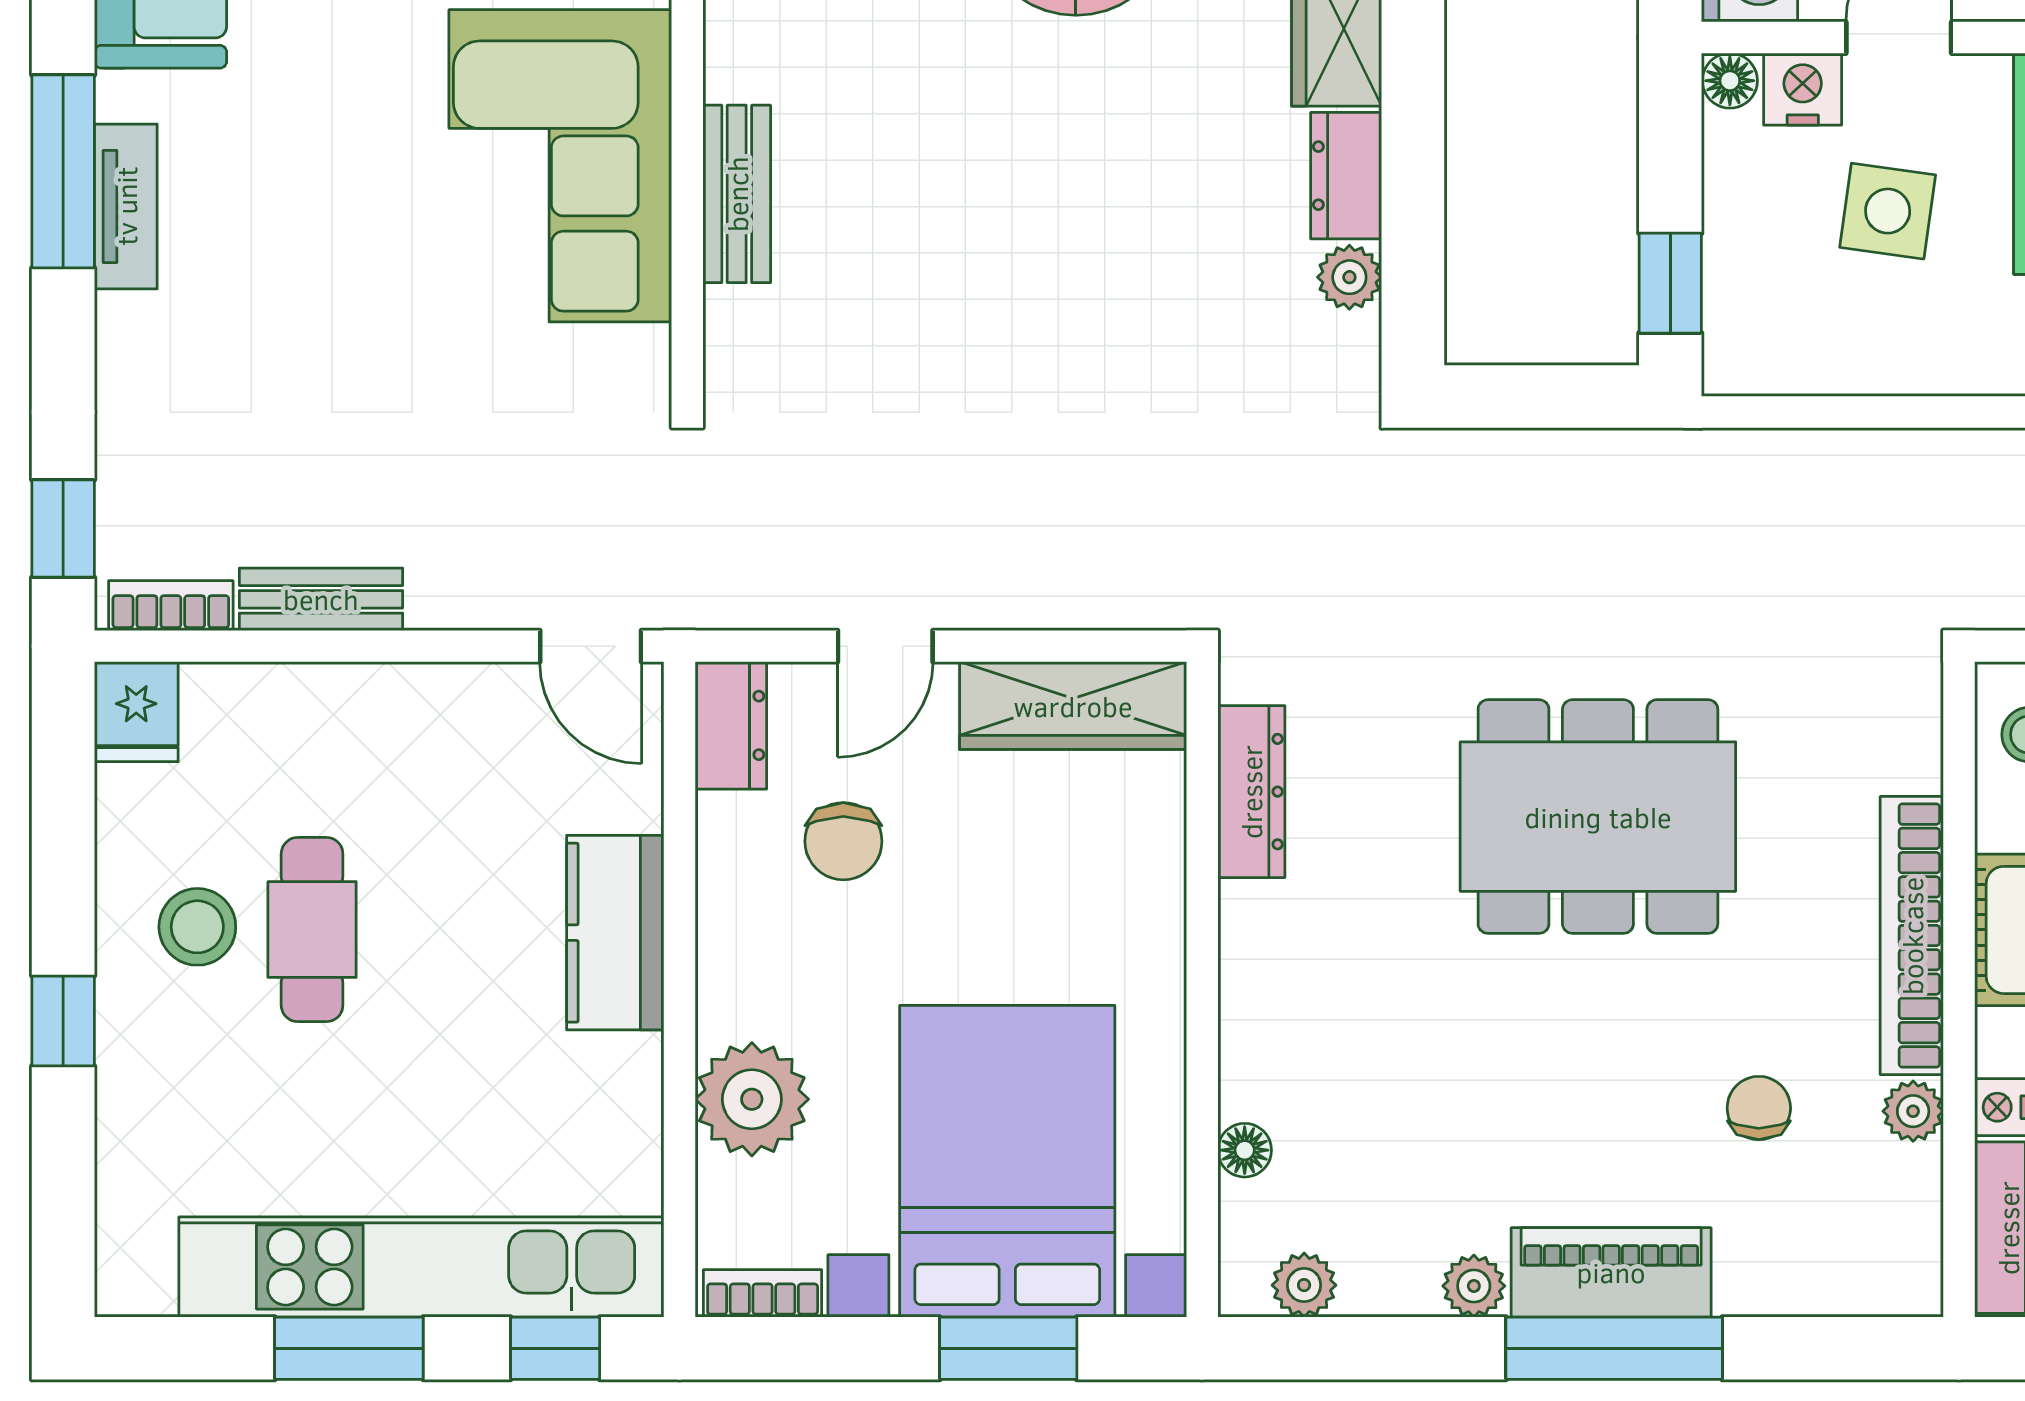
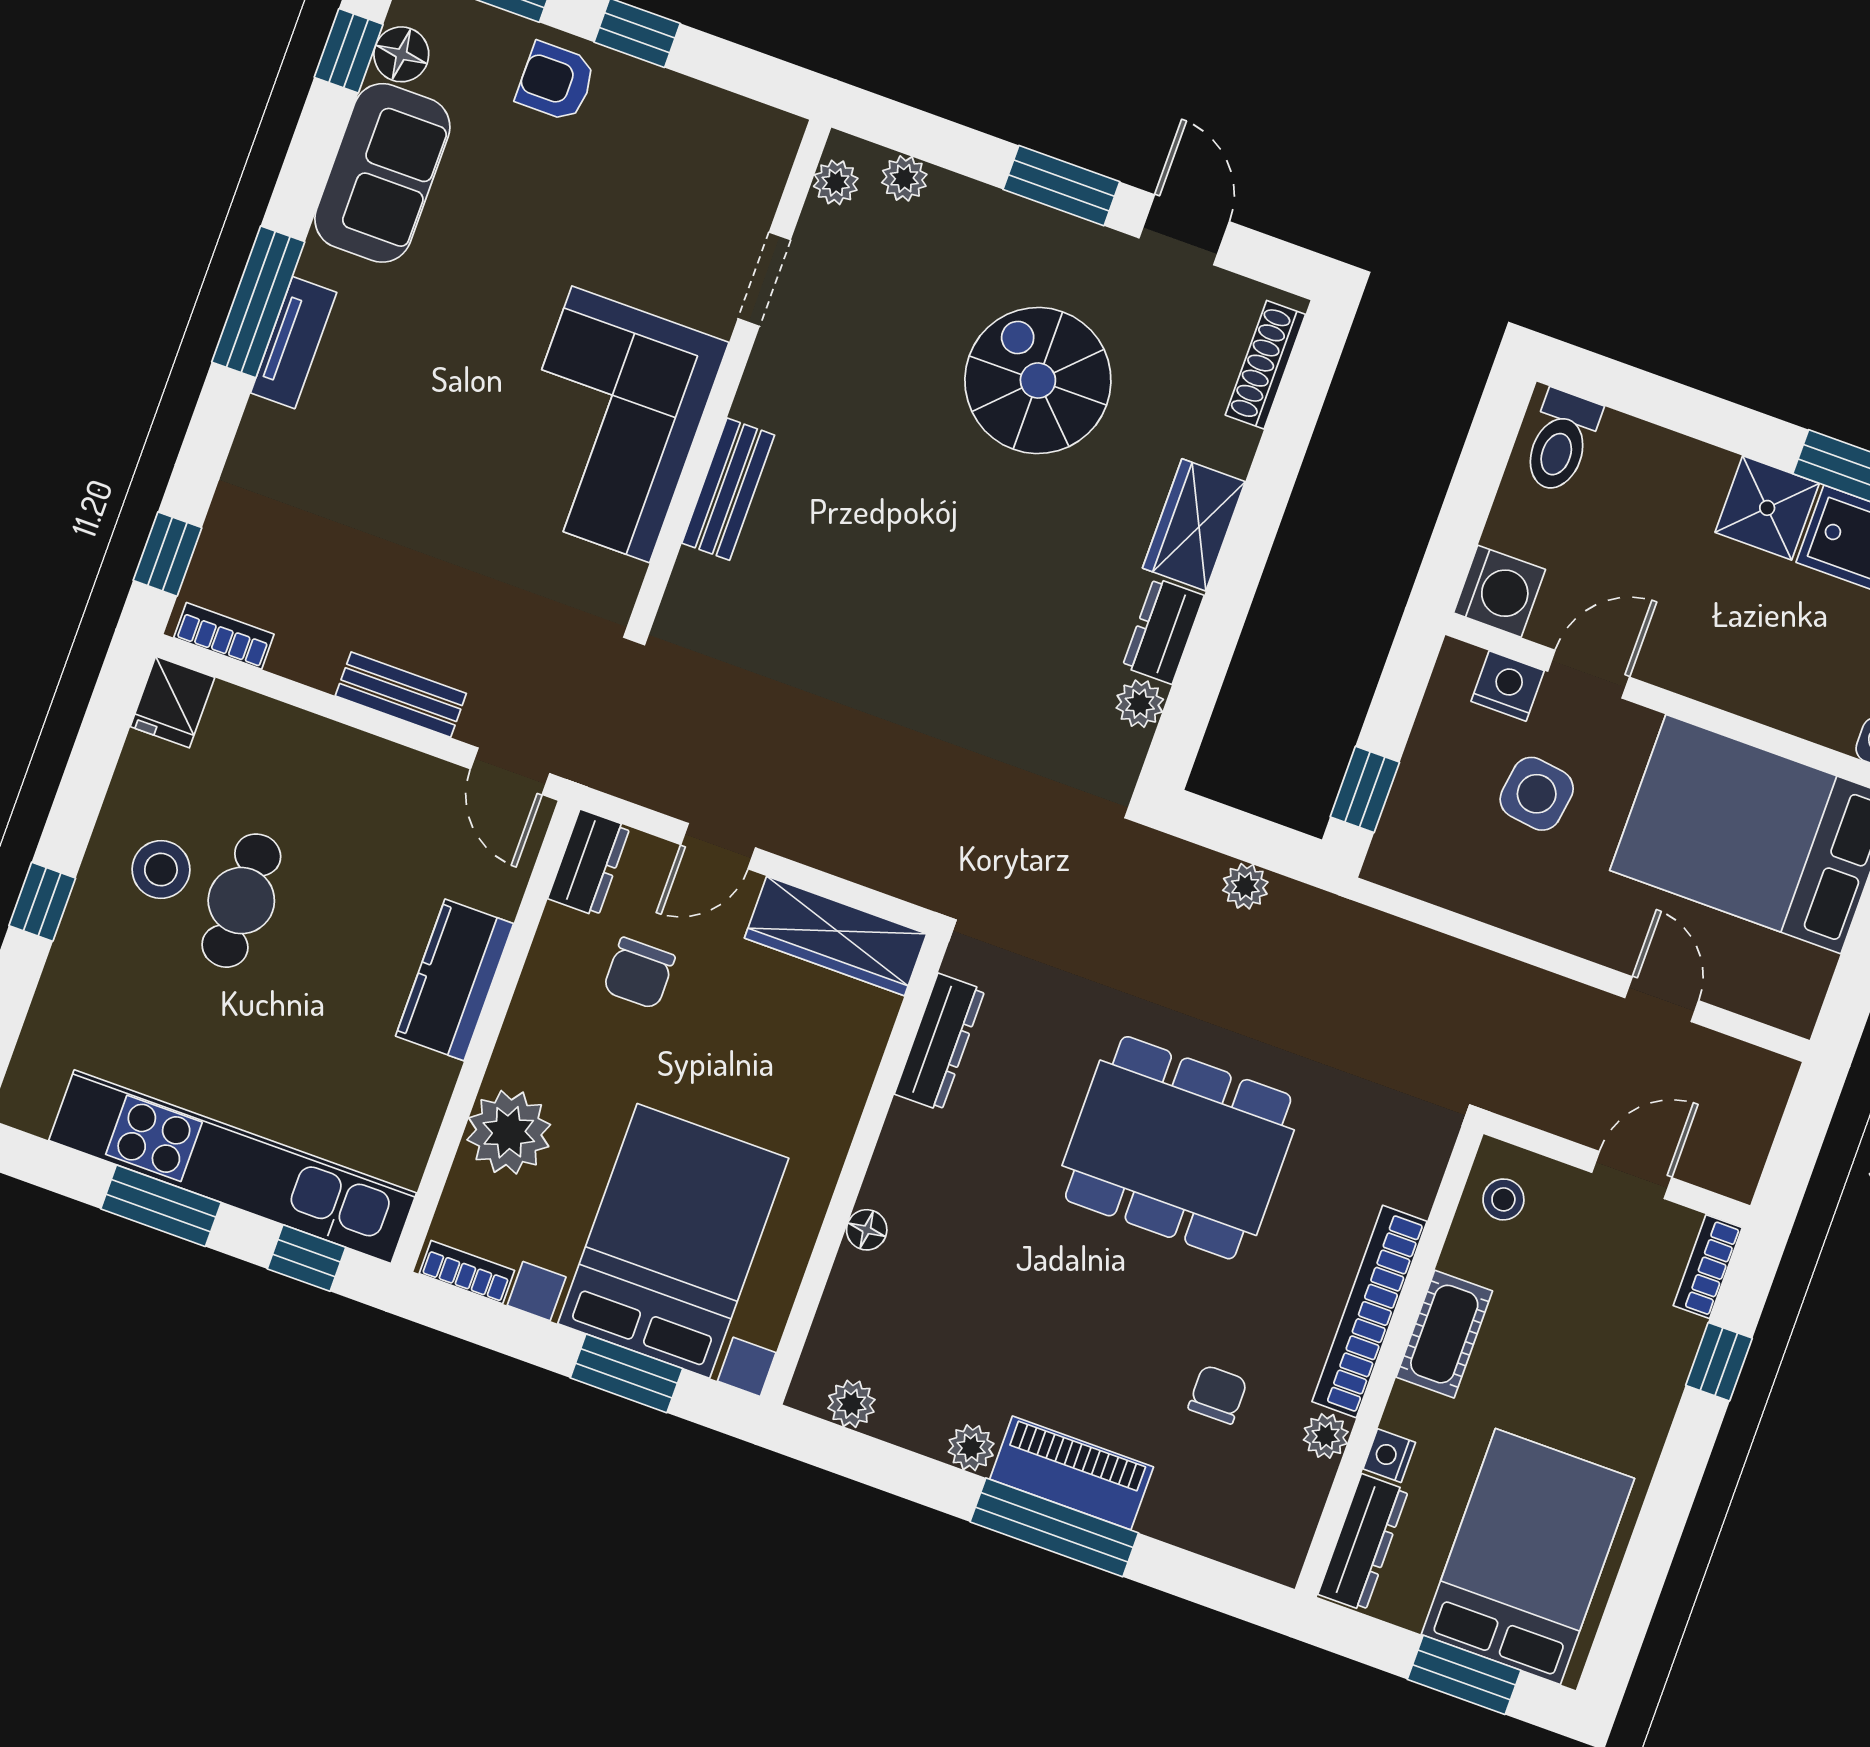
floor lamp: (1730, 81) -> (1458, 662), removed
plant: (1564, 458) -> (1245, 886), added
bench: (321, 599) -> (401, 695), moved
floor lamp: (1245, 1150) -> (867, 1230), moved

